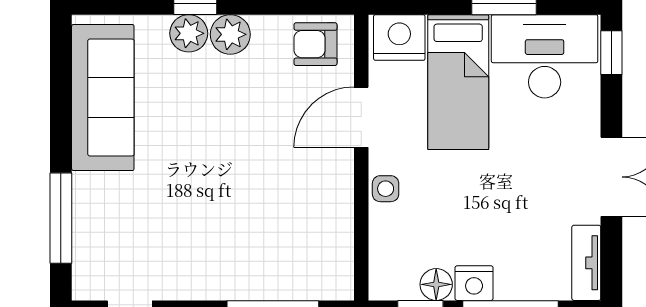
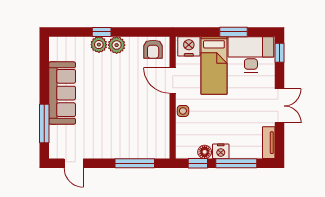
armchair: (315, 44) -> (153, 49), turned -90
sofa: (103, 98) -> (62, 93), moved
door: (361, 117) -> (173, 80), hinge flipped

